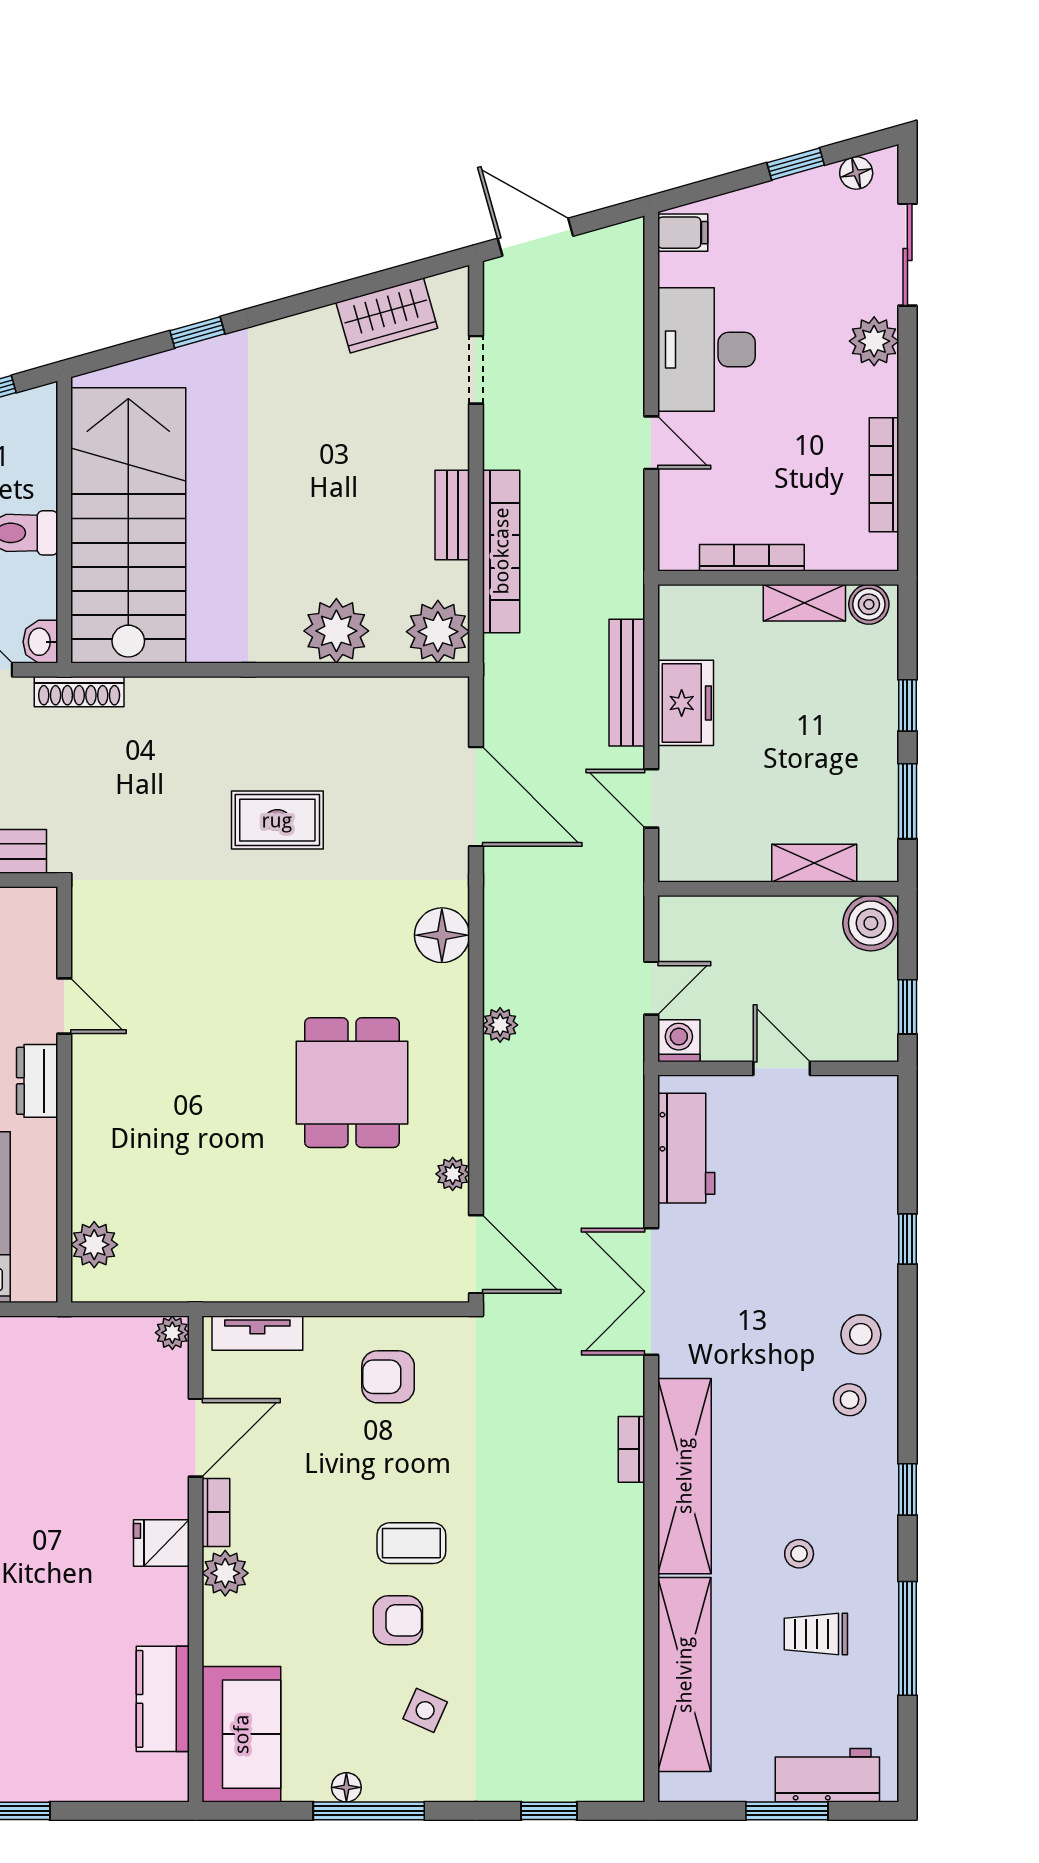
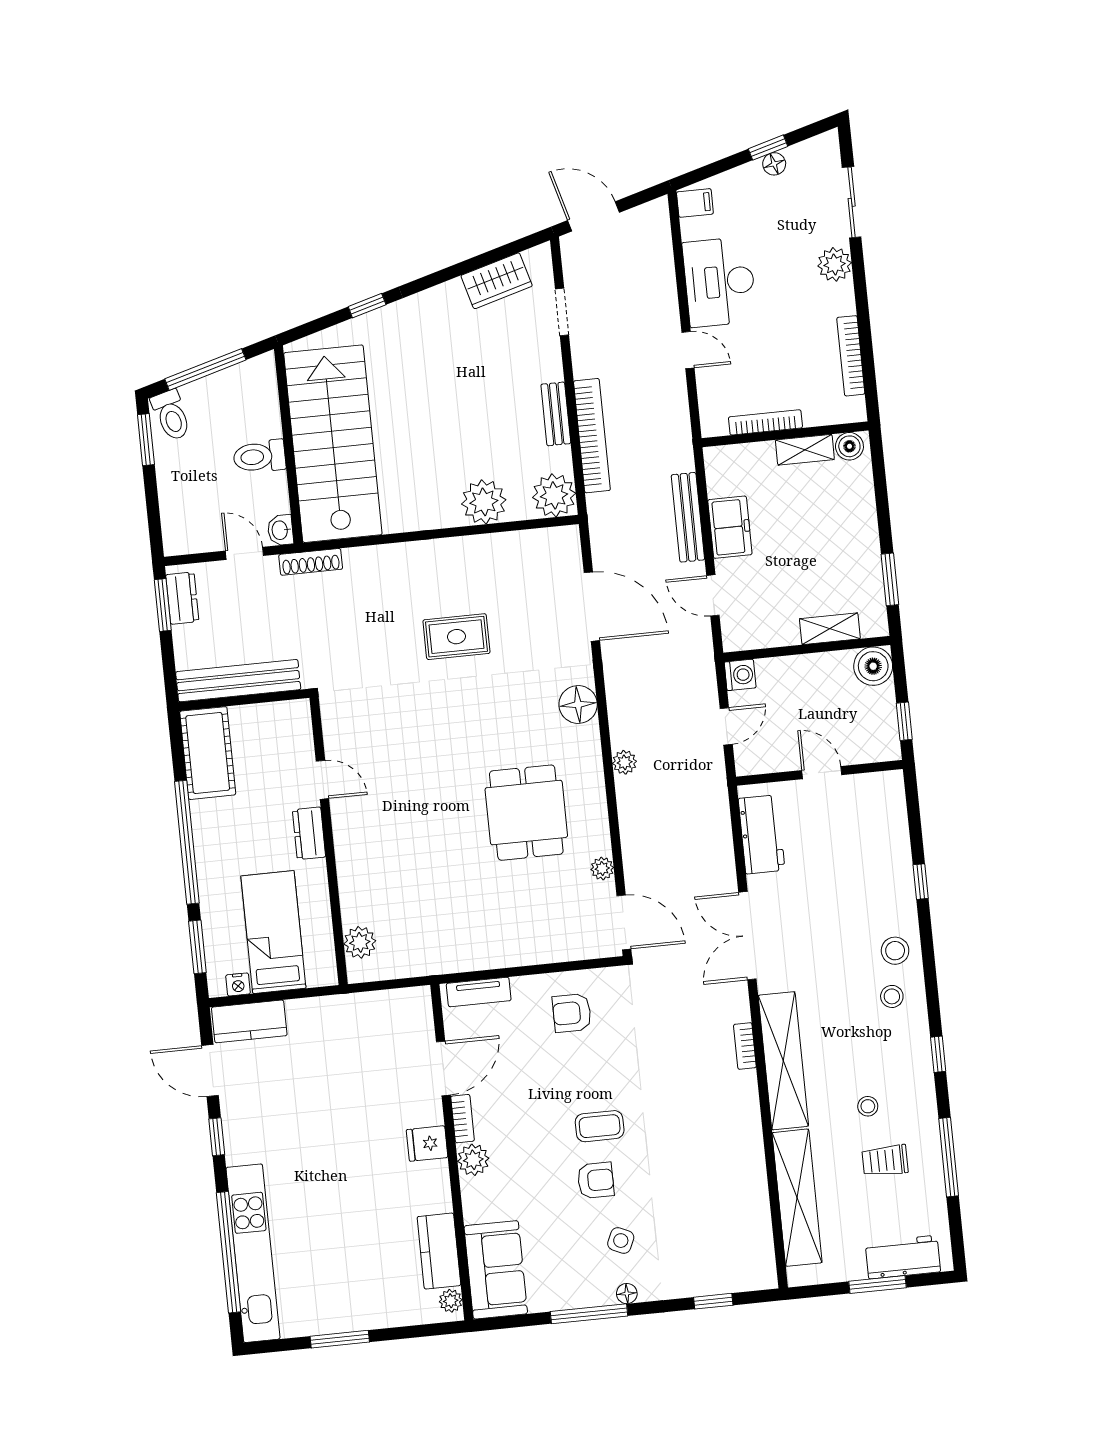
floor lamp: (856, 173) -> (774, 164), moved
window: (907, 705) -> (883, 513), removed
washing machine: (679, 1041) -> (740, 675), moved, turned 90
plant: (172, 1333) -> (451, 1301), moved
floor lamp: (346, 1787) -> (627, 1294), moved

